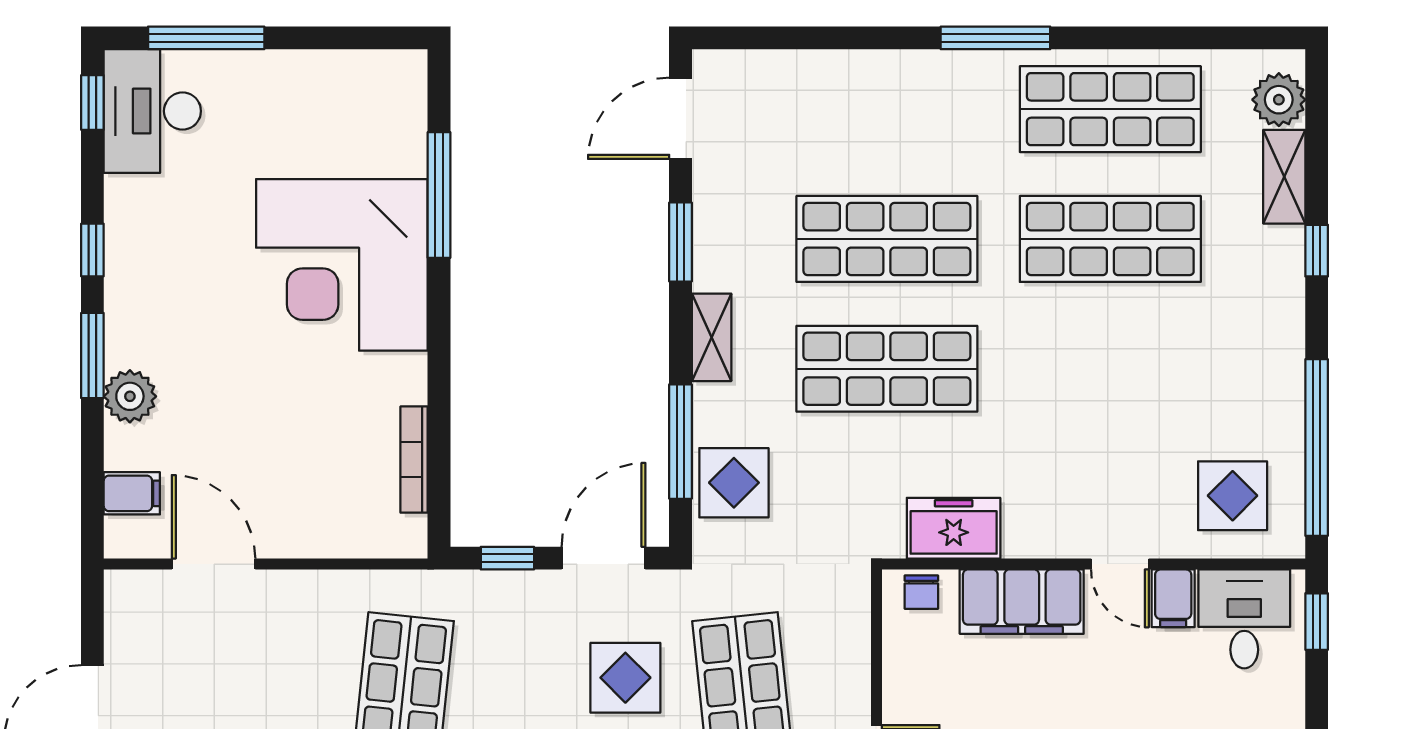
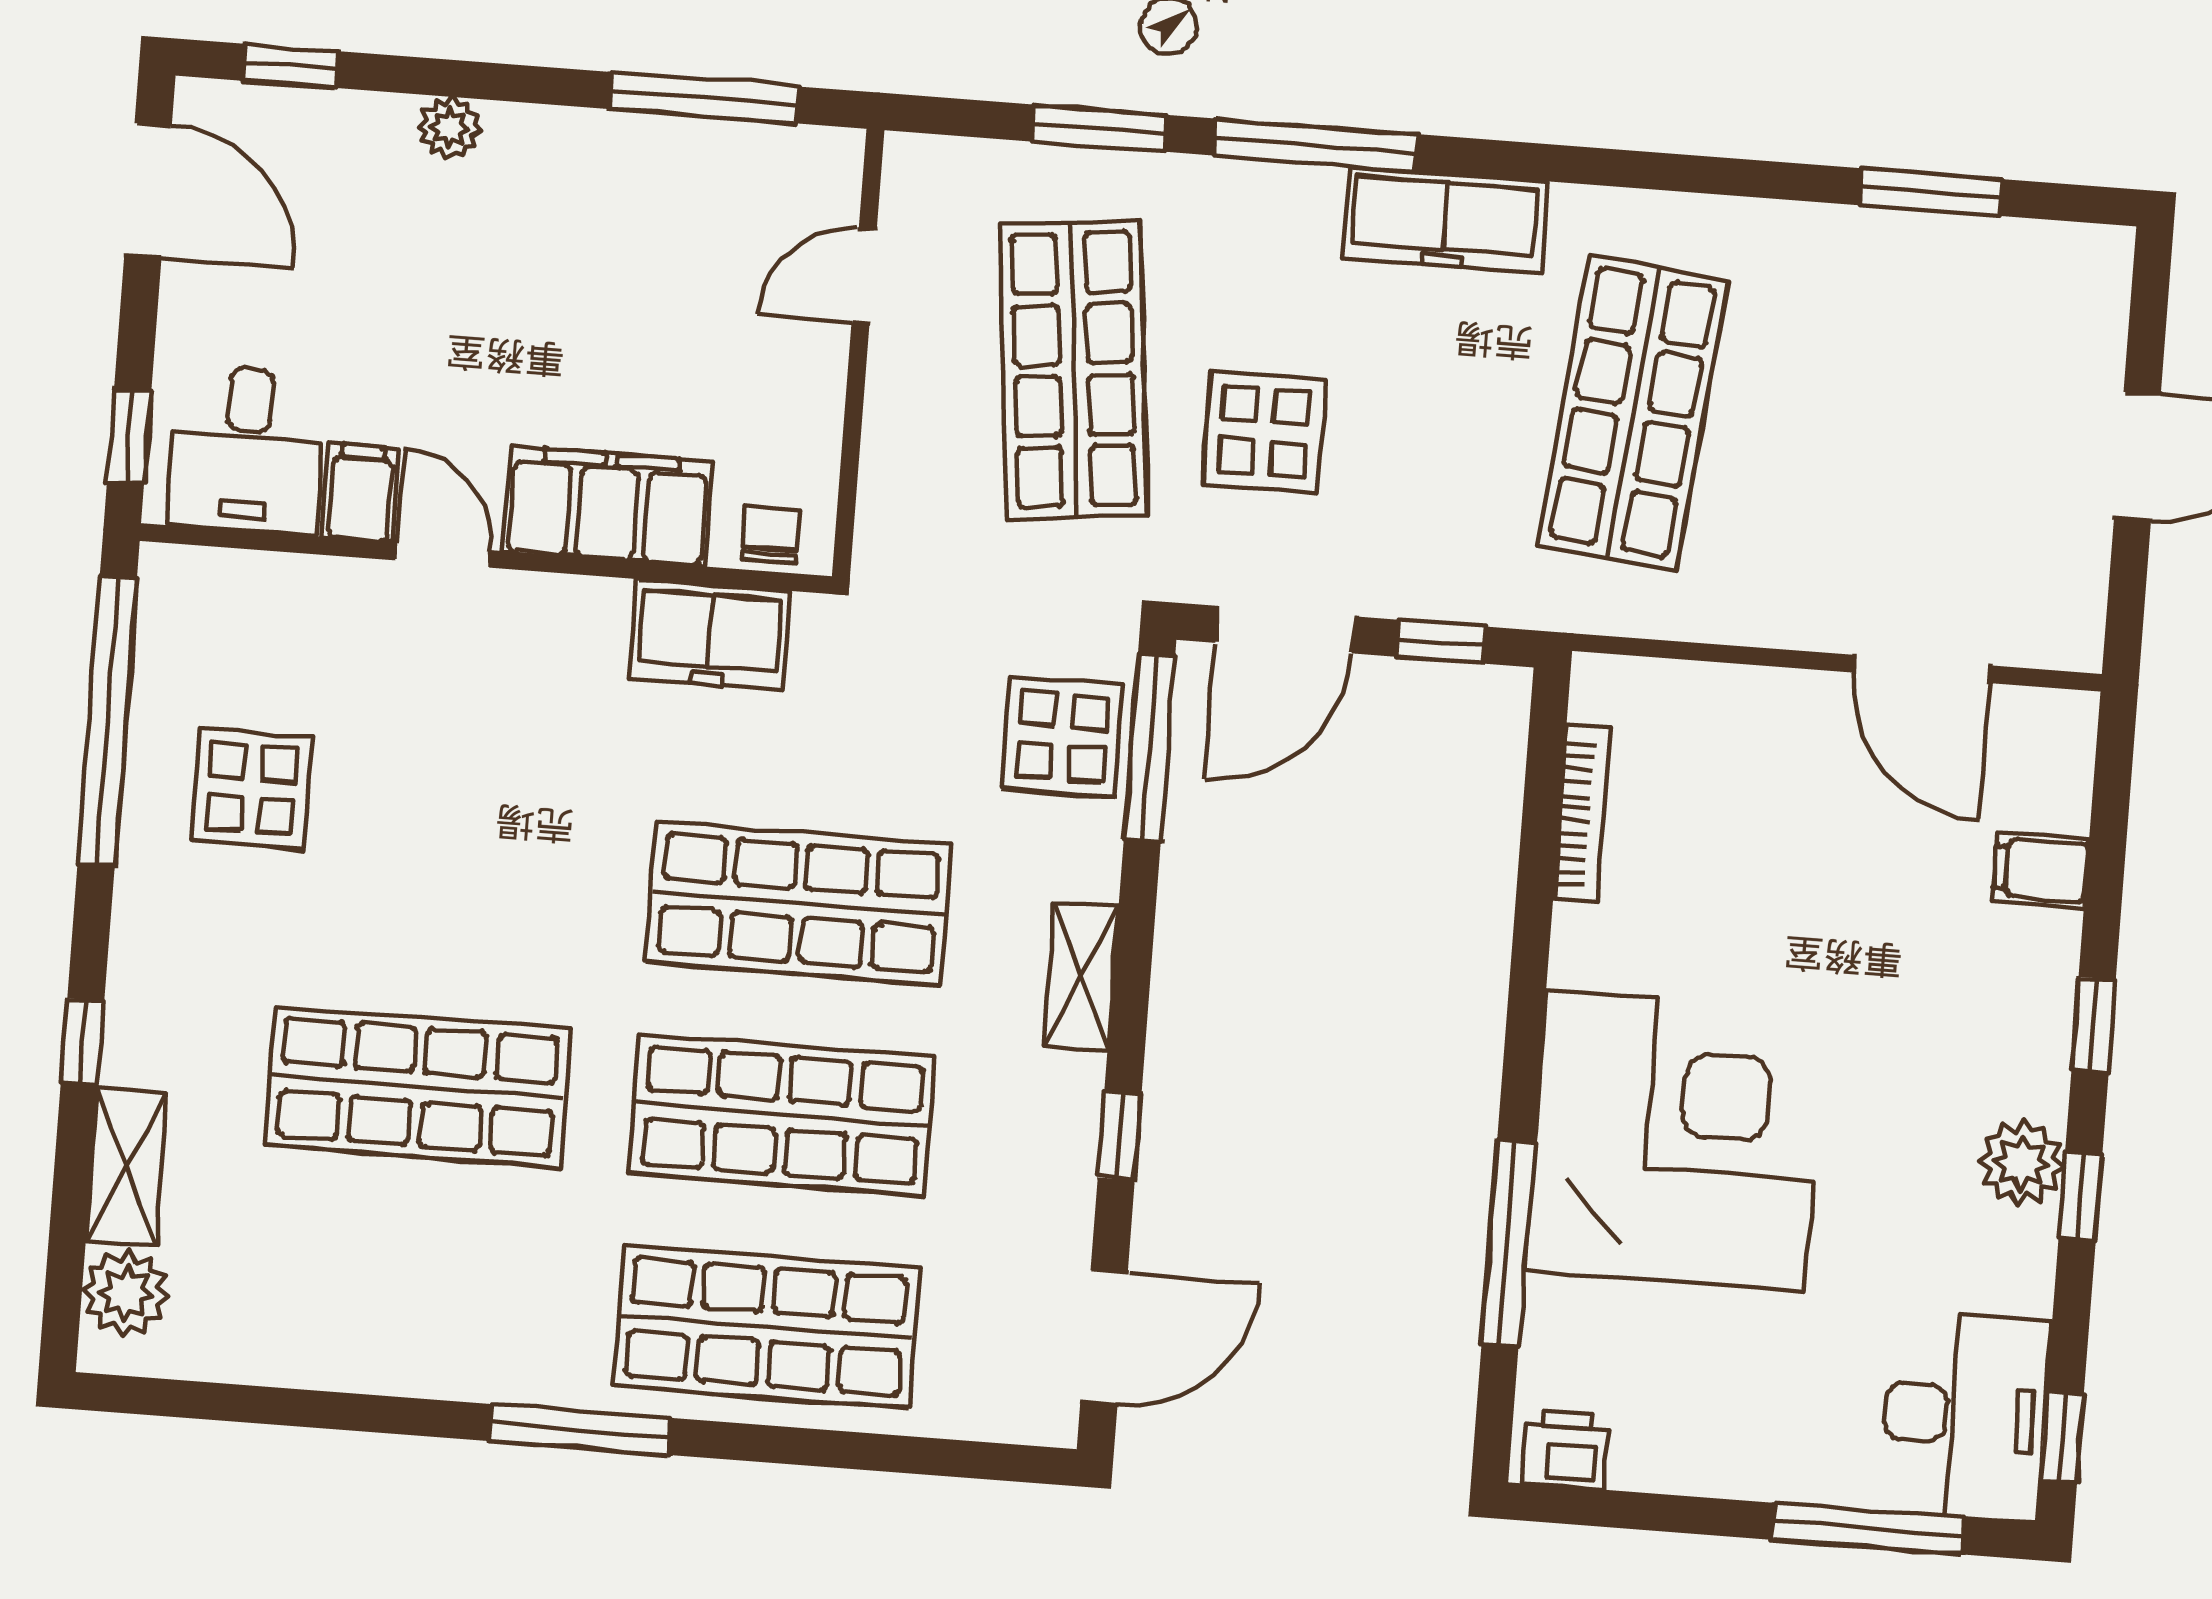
printer: (394, 72) -> (1565, 1449), added
shop shelf: (1110, 109) -> (766, 1327), moved
window: (681, 242) -> (1120, 1136), width x0.67
window: (92, 356) -> (2094, 1024), width x0.67
plant: (130, 396) -> (2021, 1163), moved
window: (681, 442) -> (1149, 747), moved
filing cabinet: (132, 493) -> (2041, 870), moved
display table: (1233, 496) -> (252, 789), moved

